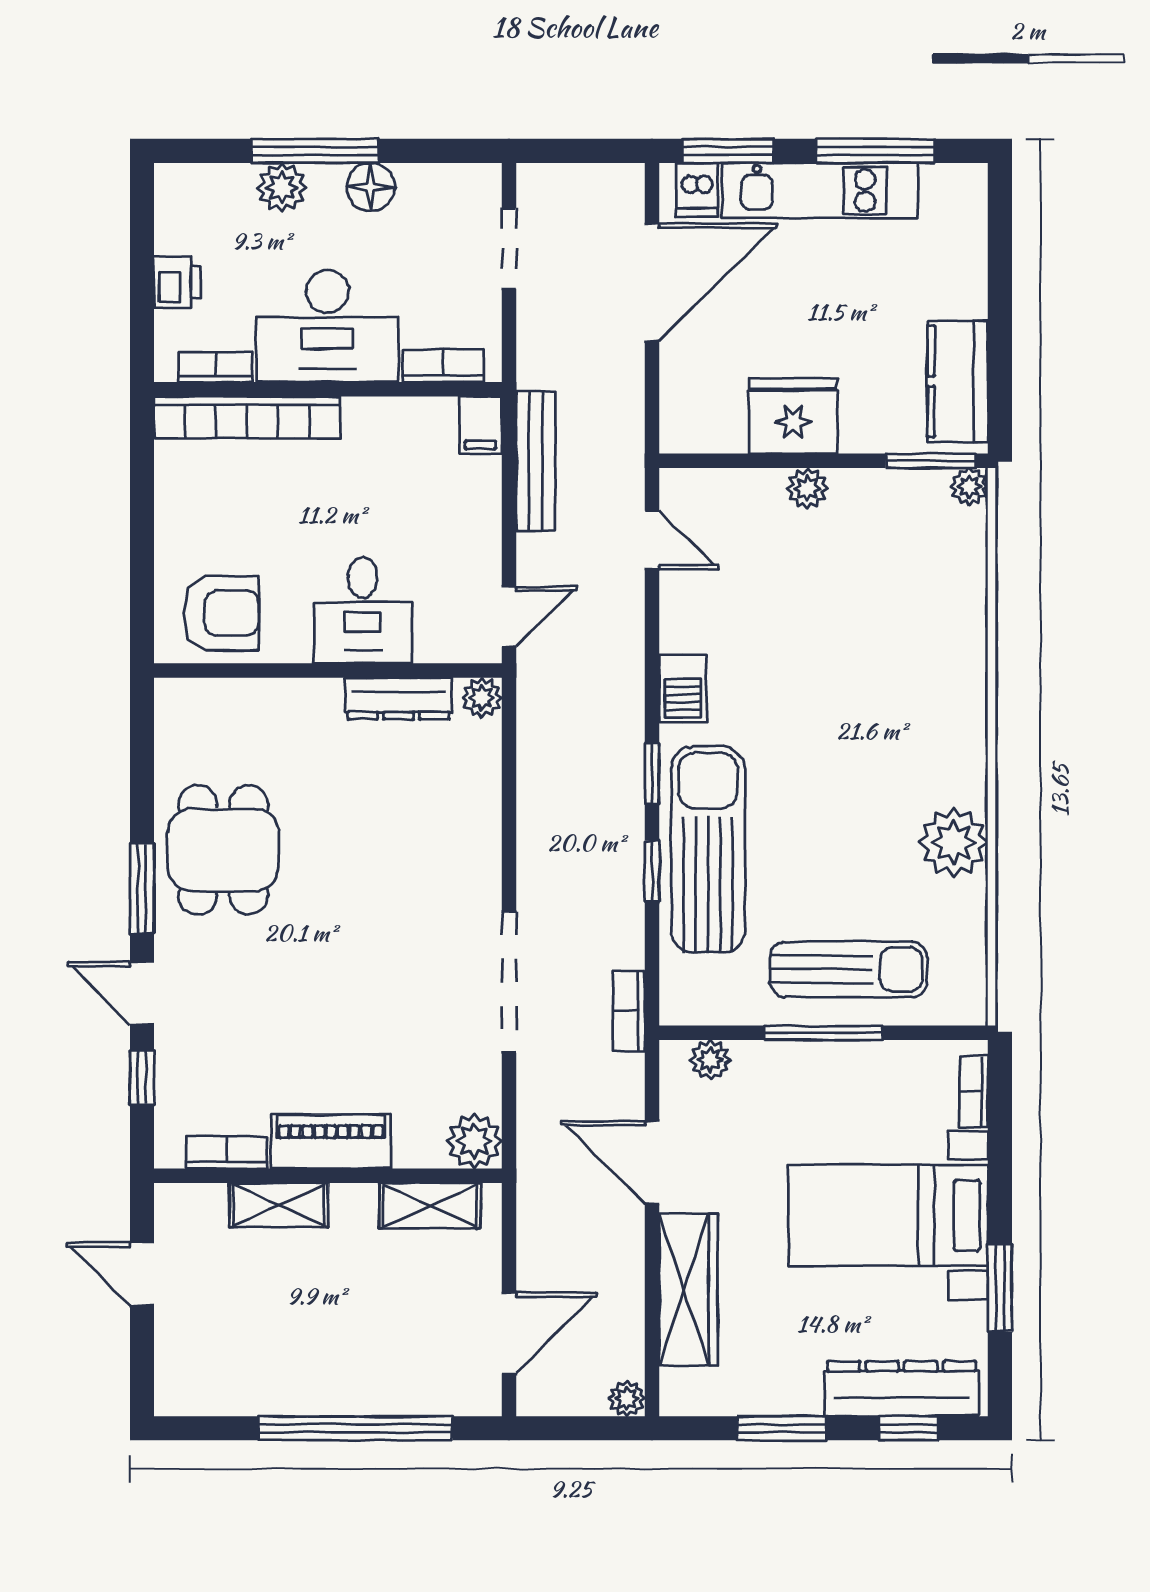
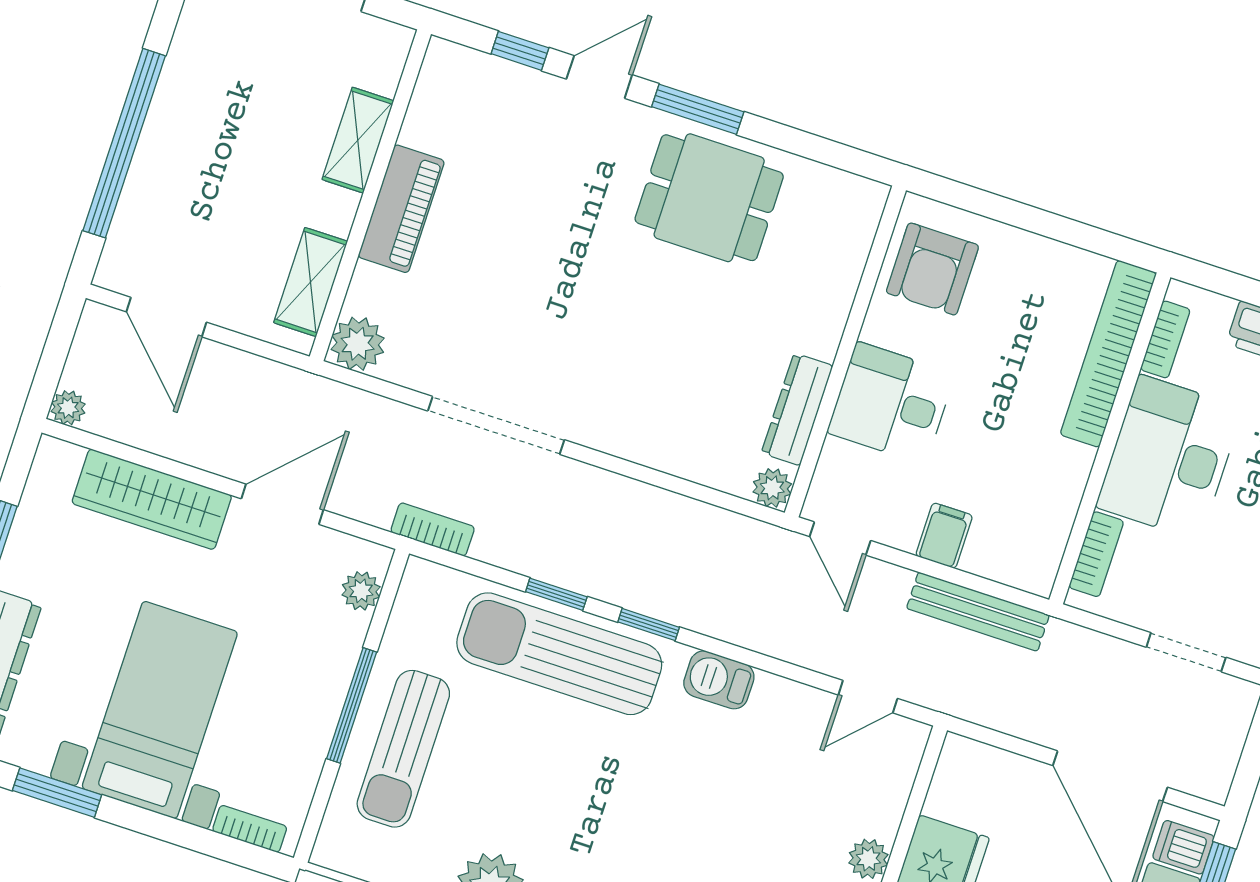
filing cabinet: (480, 425) -> (944, 536), moved, turned 90
sun lounger: (708, 850) -> (559, 654), turned 180
bookcase: (227, 1152) -> (424, 107), removed

